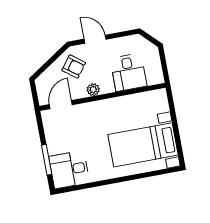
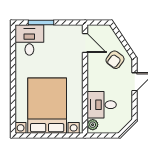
plant: (93, 90) -> (93, 125), moved
bed with nightstands: (143, 145) -> (47, 106), width x1.36

